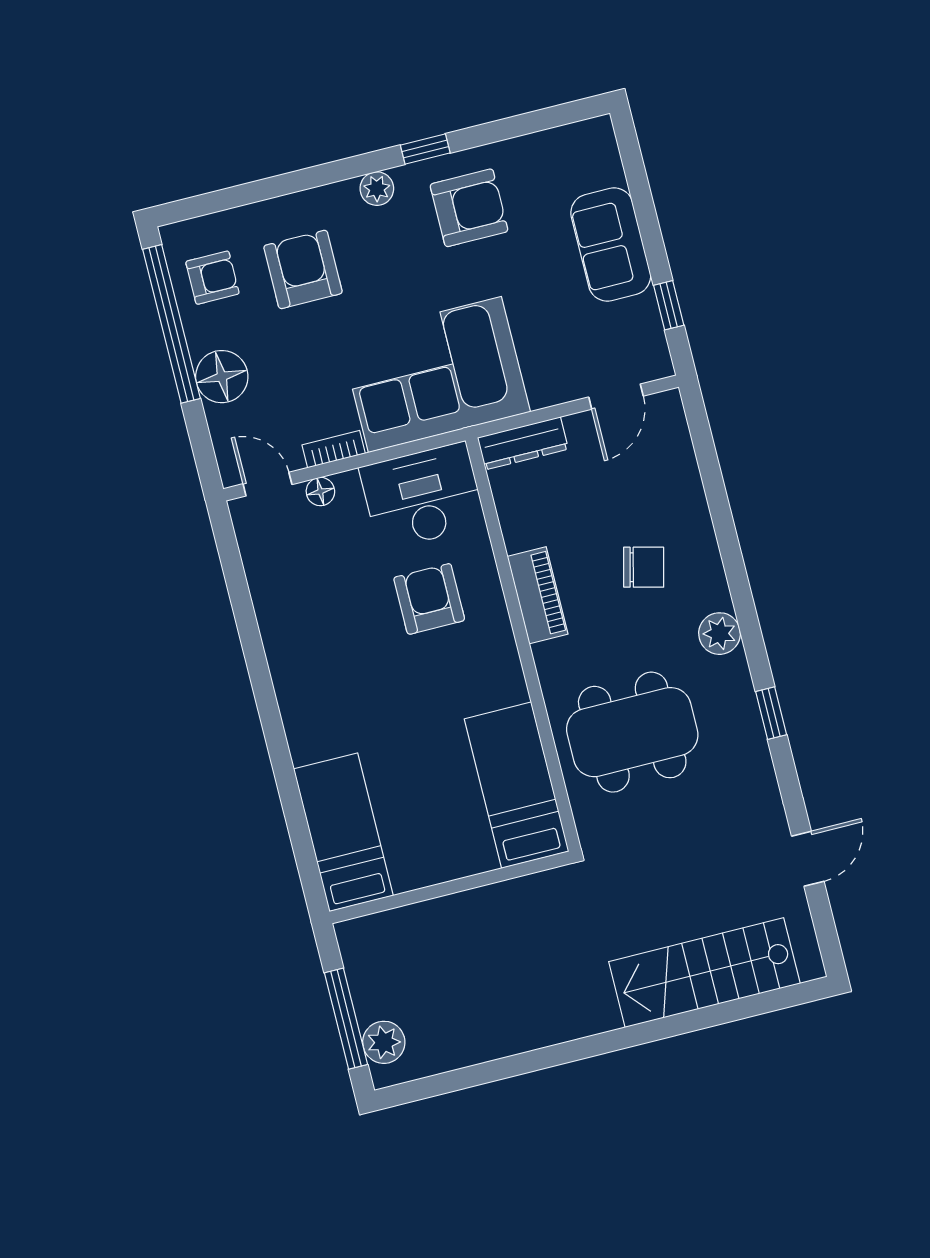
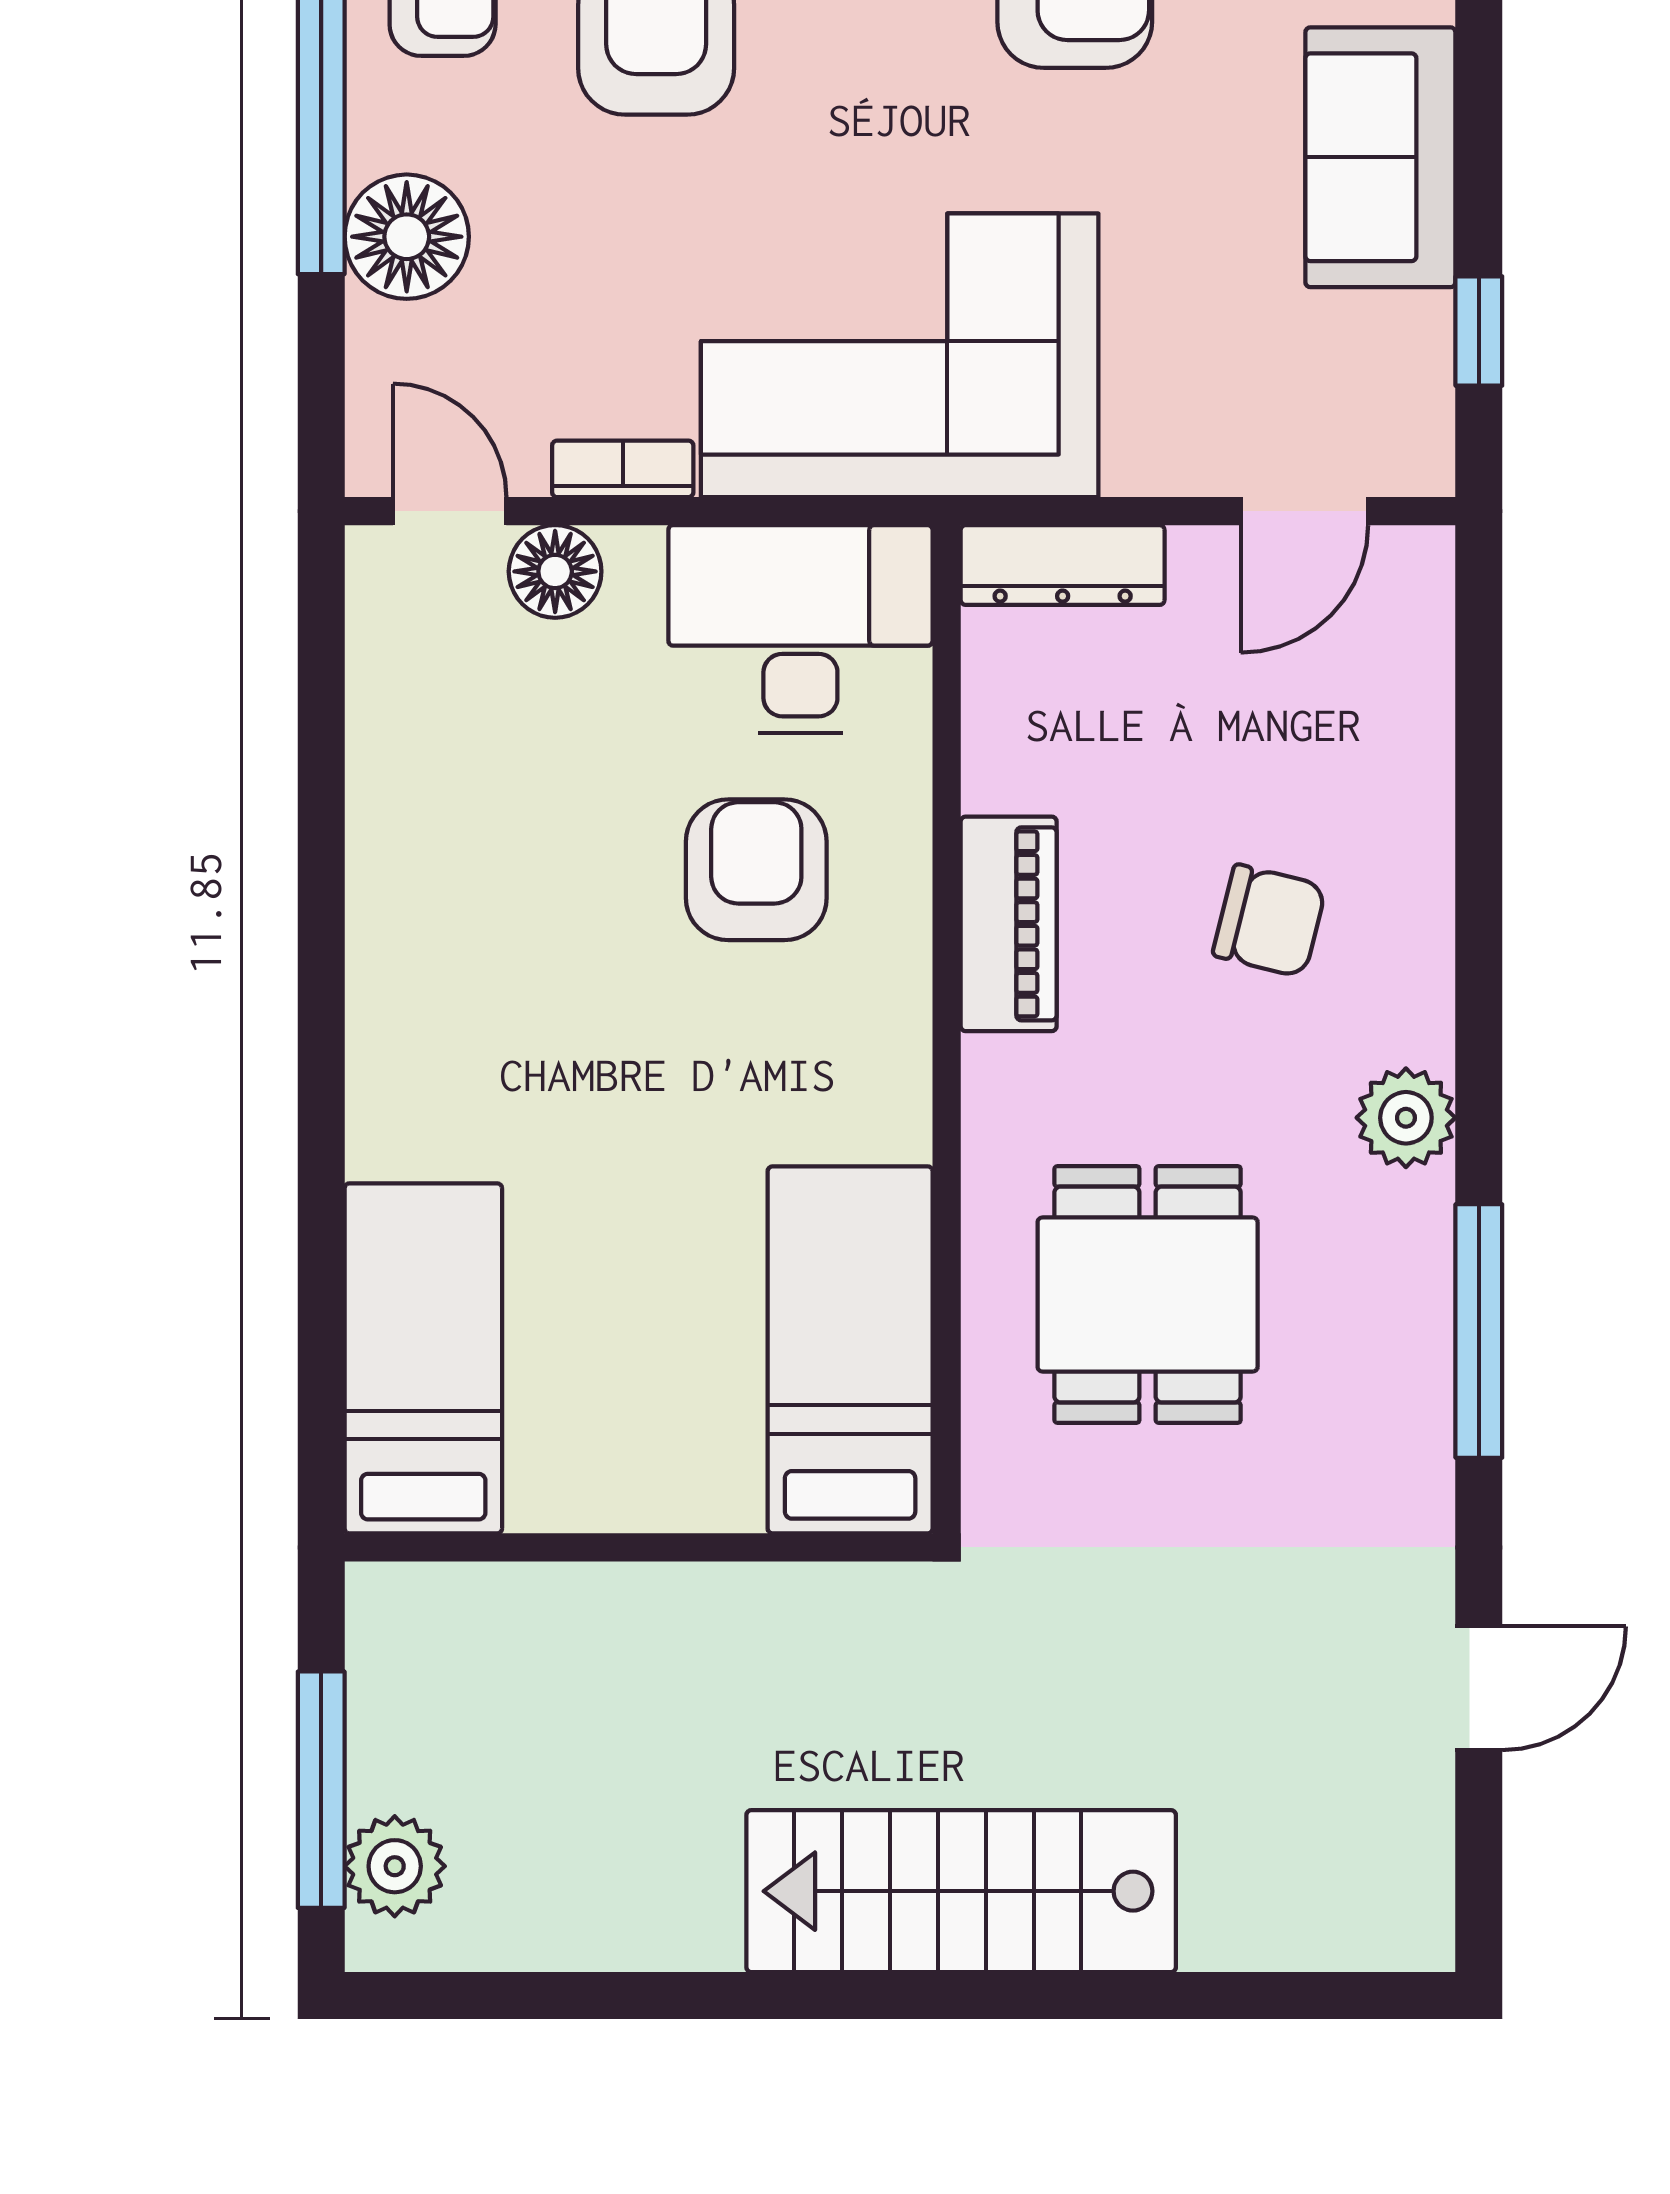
floor lamp: (320, 492) -> (555, 571), width x1.37, depth x1.37
window: (771, 713) -> (1479, 1331), width x2.17
dining table: (632, 732) -> (1148, 1294), width x0.73
stairs: (704, 973) -> (961, 1891), moved

